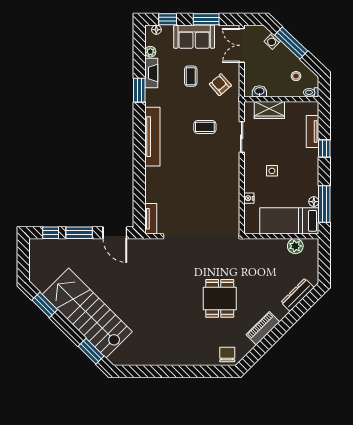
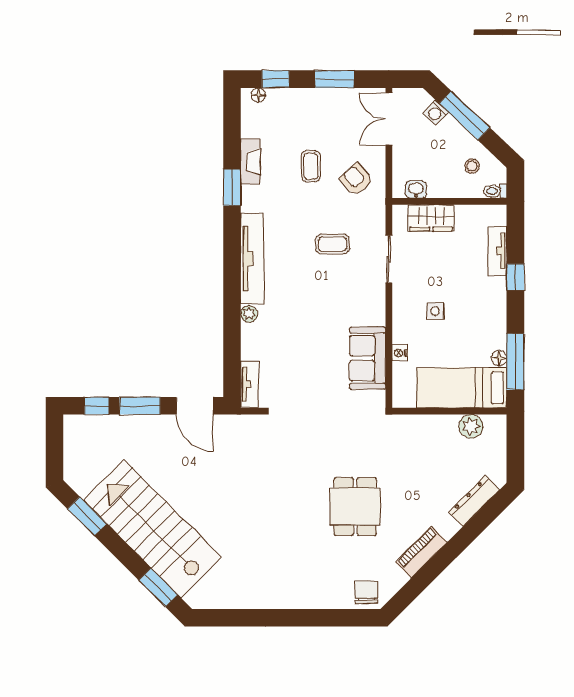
sofa: (194, 37) -> (368, 358), moved, turned 90
plant: (150, 52) -> (249, 314), moved

